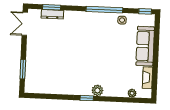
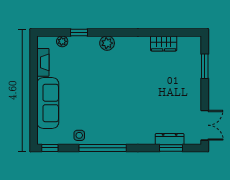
wardrobe: (54, 88) -> (164, 43), added
window: (87, 98) -> (79, 33), moved

